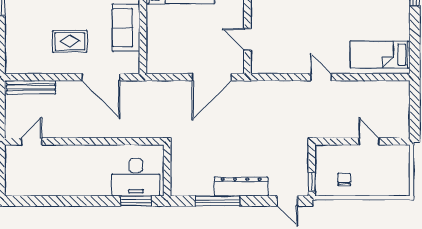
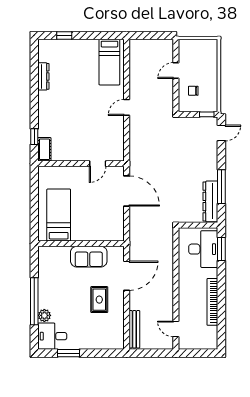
chair: (344, 179) -> (193, 91), moved
dresser: (241, 187) -> (210, 201), moved
bookcase: (67, 189) -> (212, 302), added

